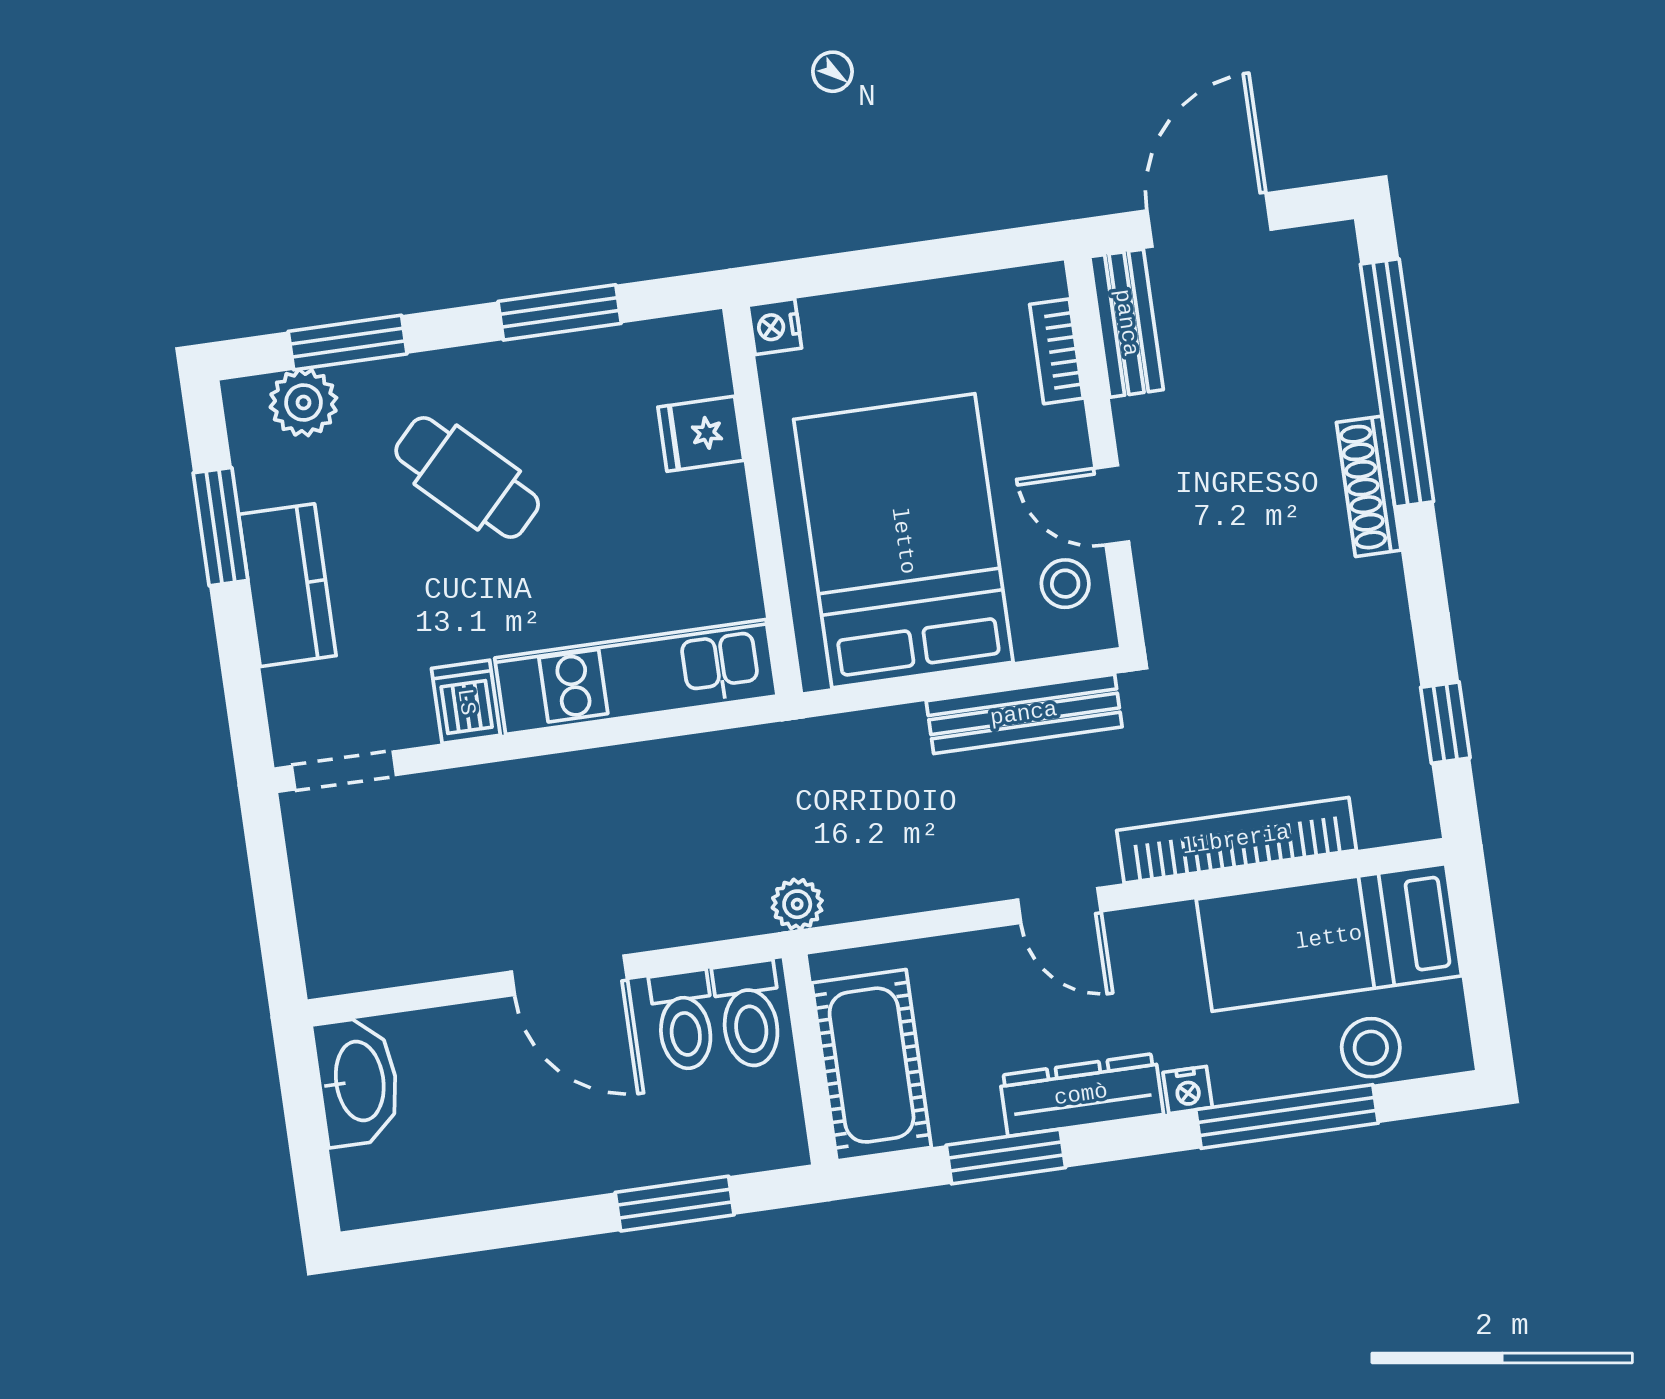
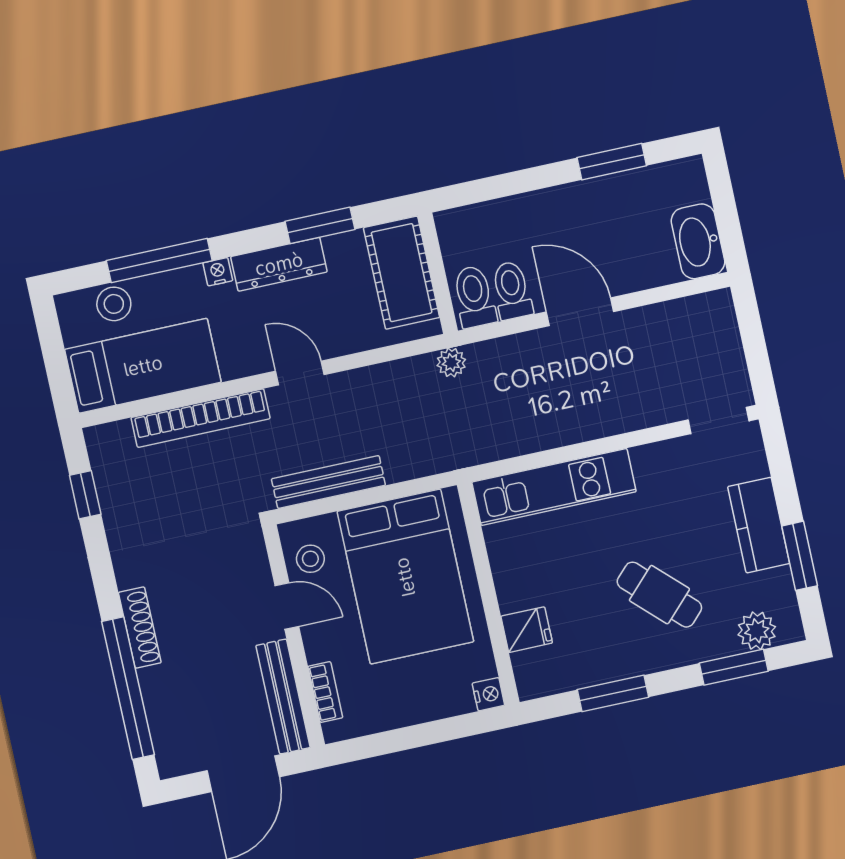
bench: (1126, 323) -> (283, 697), width x1.36
dishwasher: (466, 702) -> (651, 465), removed
window: (675, 1204) -> (612, 162), moved

